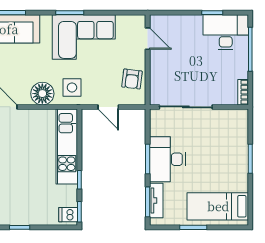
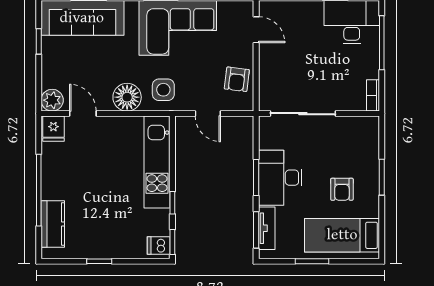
armchair: (218, 169) -> (342, 189), added

